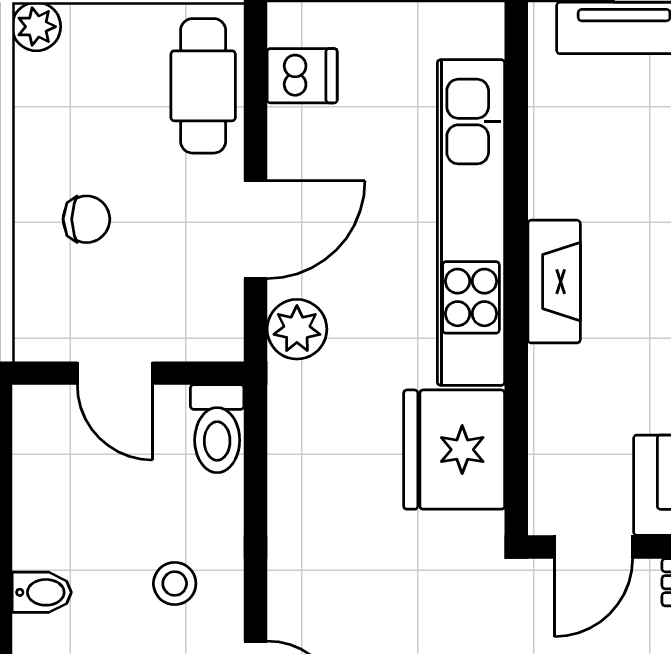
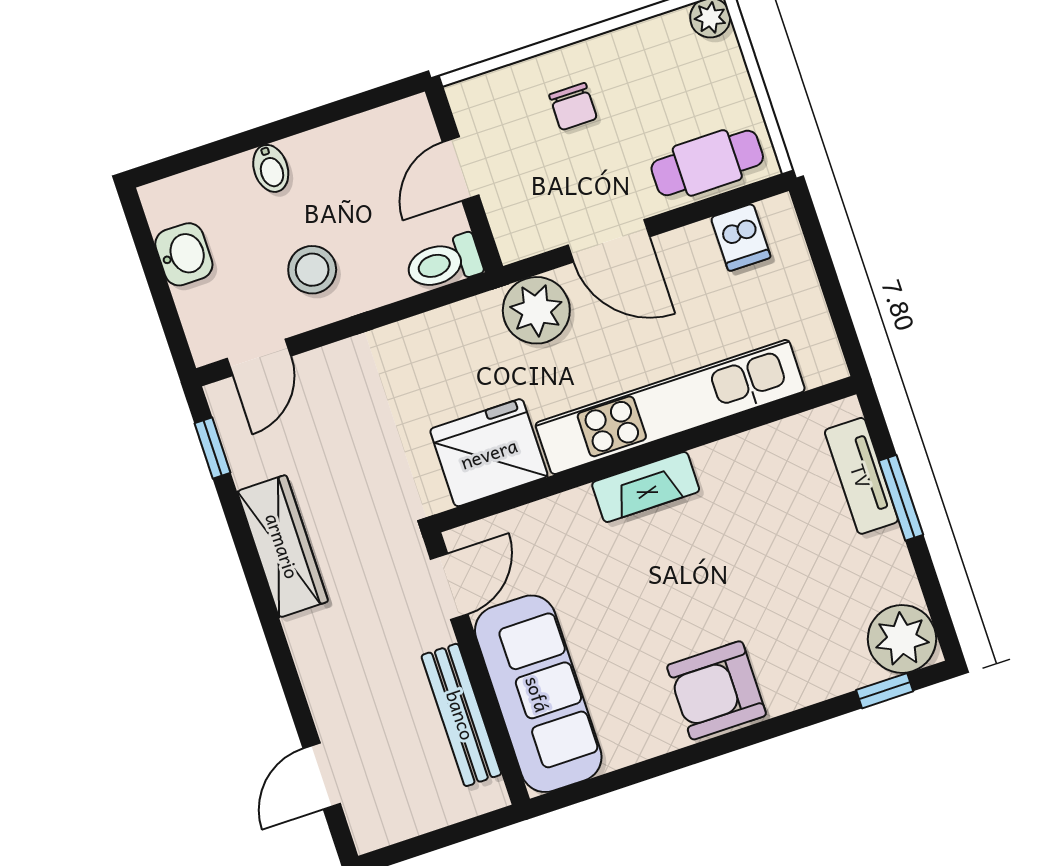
plant: (297, 329) -> (536, 310), width x1.36, depth x1.36
door: (594, 547) -> (449, 587), swing flipped
stool: (175, 584) -> (312, 270), width x1.37, depth x1.37

